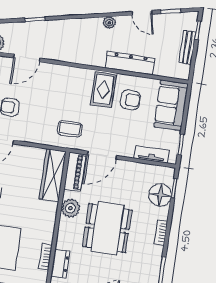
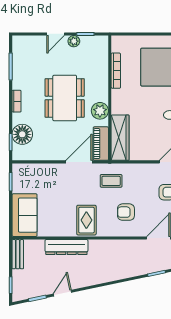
door: (142, 13) -> (62, 293), hinge flipped
plant: (109, 23) -> (90, 280), removed
bench: (187, 47) -> (18, 254), moved
armchair: (130, 100) -> (126, 212), moved
tv unit: (152, 154) -> (35, 169), removed
bookcase: (45, 257) -> (116, 71), width x1.56
dresser: (60, 263) -> (102, 60), removed

